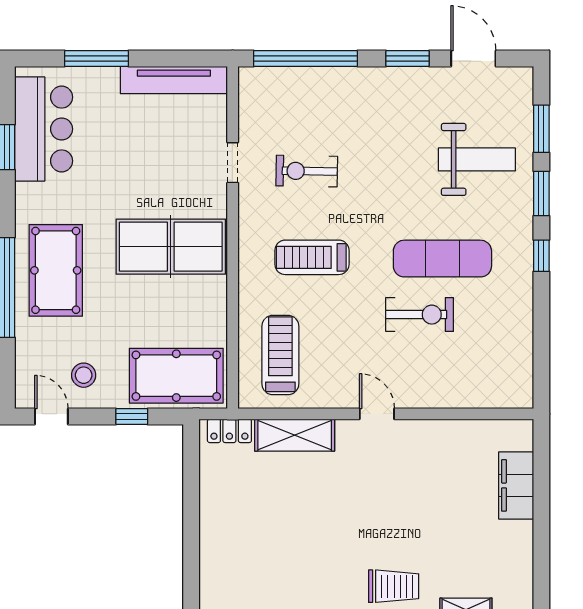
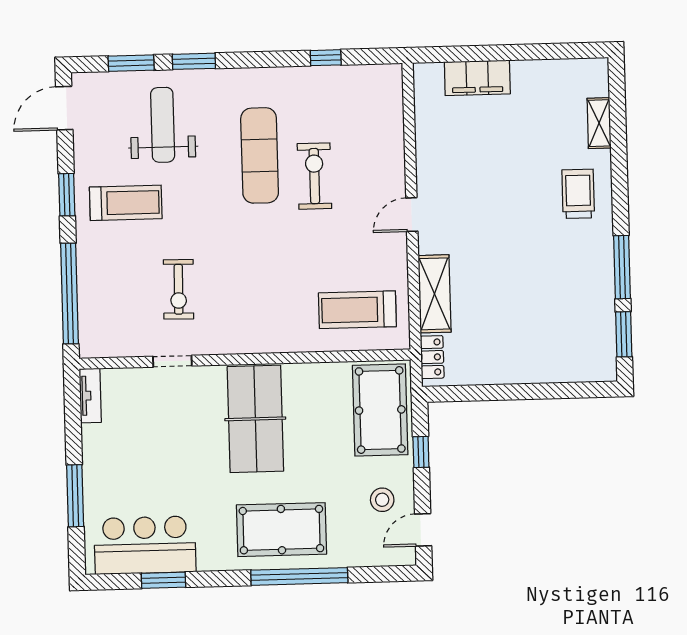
door: (473, 58) -> (64, 108), moved
tv unit: (174, 80) -> (90, 396), width x0.52, depth x0.78
window: (541, 256) -> (326, 58), moved
treadmill: (312, 257) -> (126, 203), moved, turned -90

